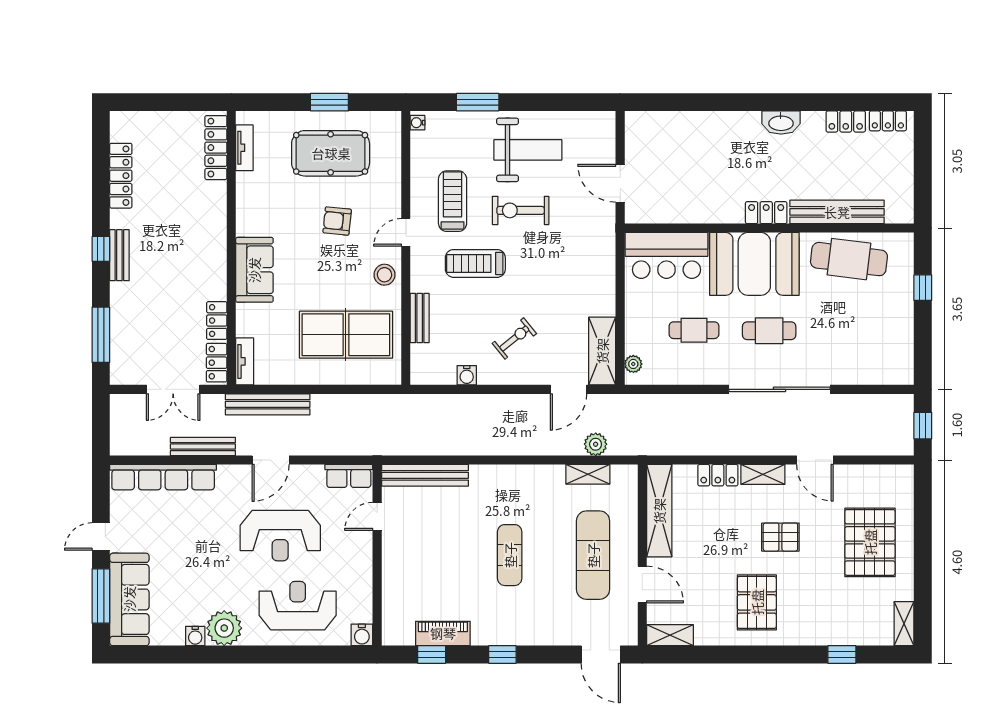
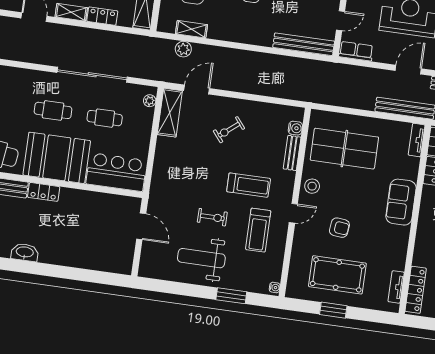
exercise bike: (521, 210) -> (212, 217), width x0.73, depth x0.72
water cooler: (467, 375) -> (295, 128), moved, turned 90
sliding door: (780, 389) -> (92, 75), moved

